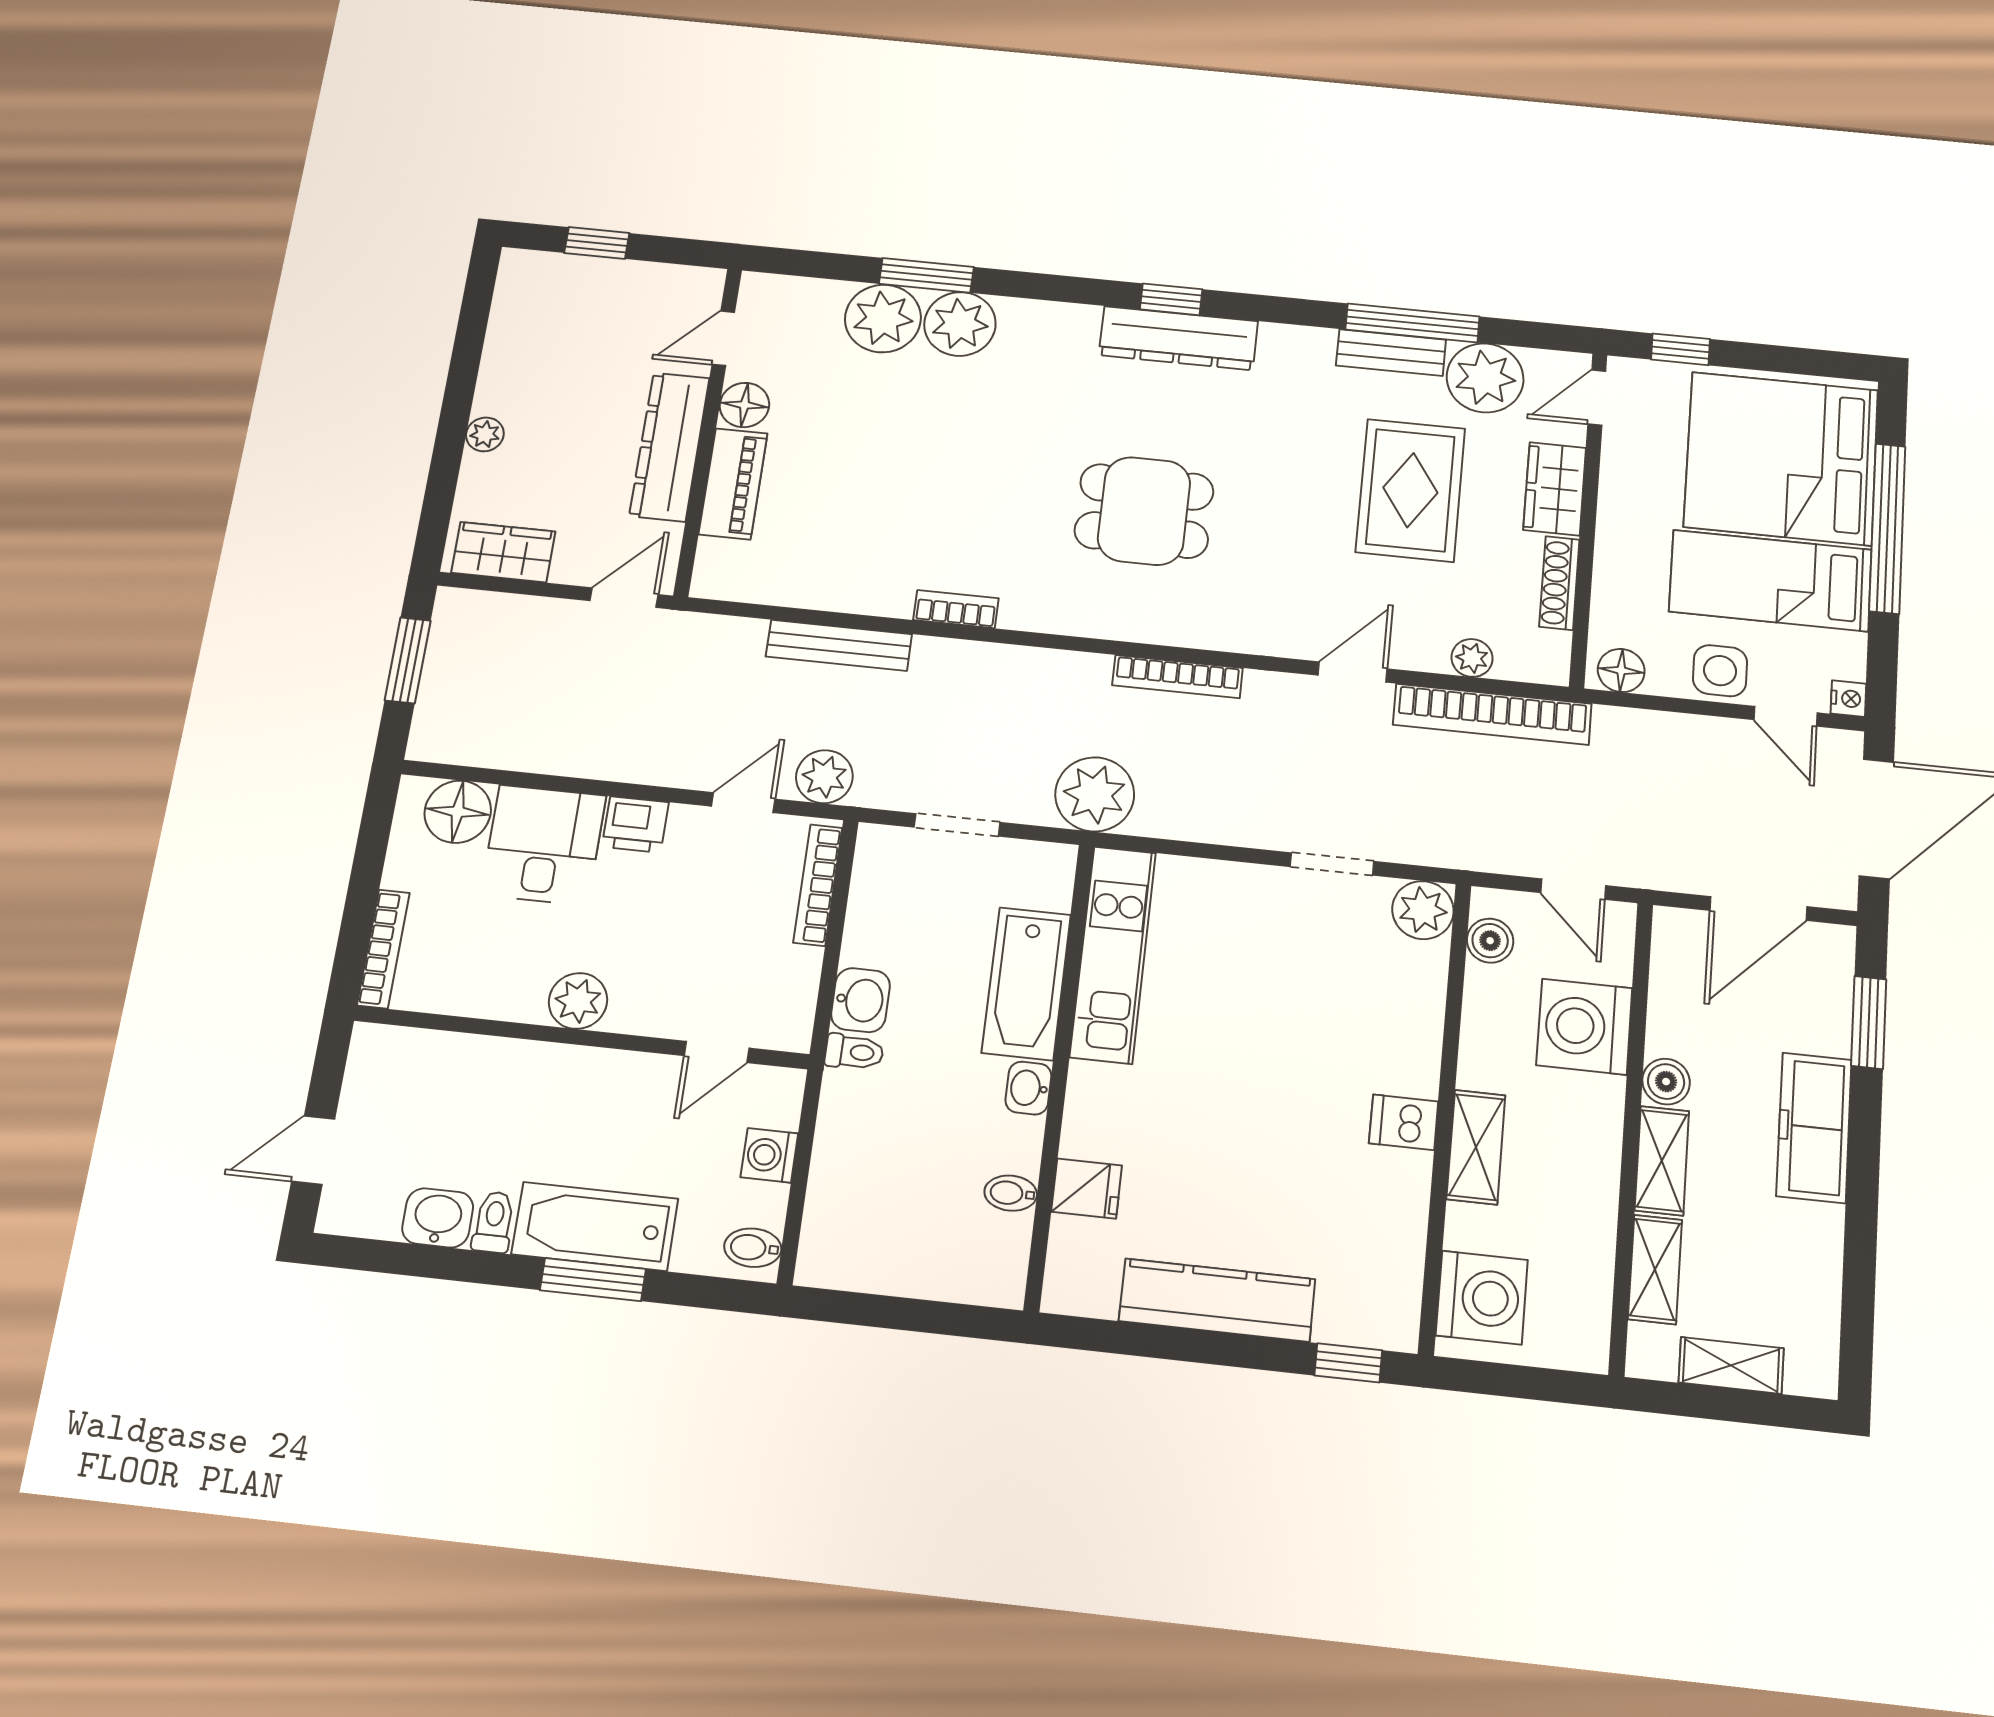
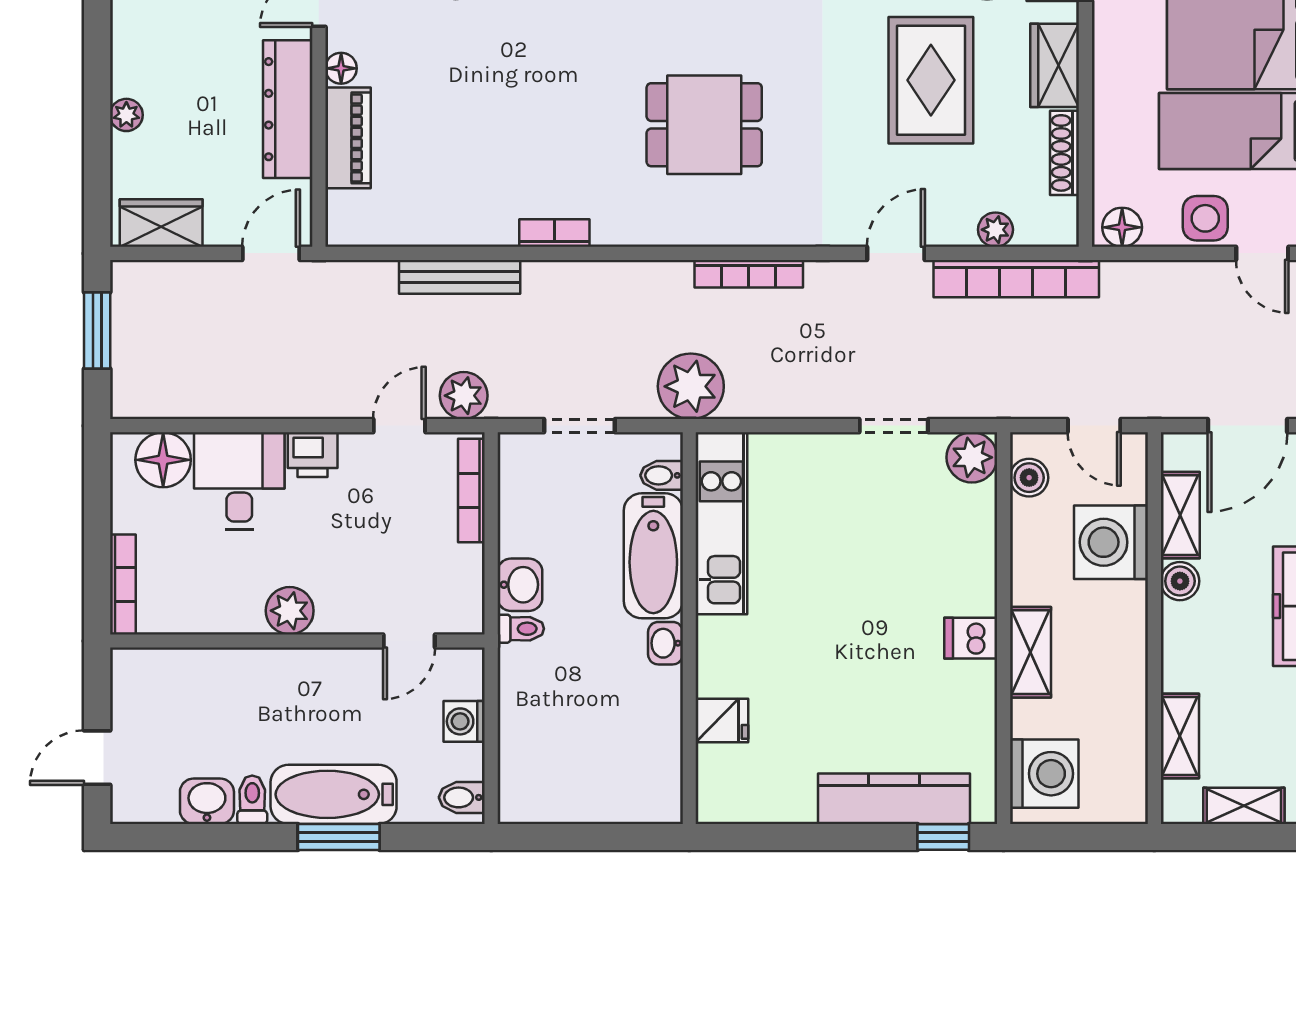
floor lamp: (744, 405) -> (341, 68), width x0.73, depth x0.73
shelving: (1662, 1161) -> (1180, 515), moved
bidet: (1011, 1193) -> (662, 475), moved
kitchen counter: (1217, 1300) -> (894, 799), moved

